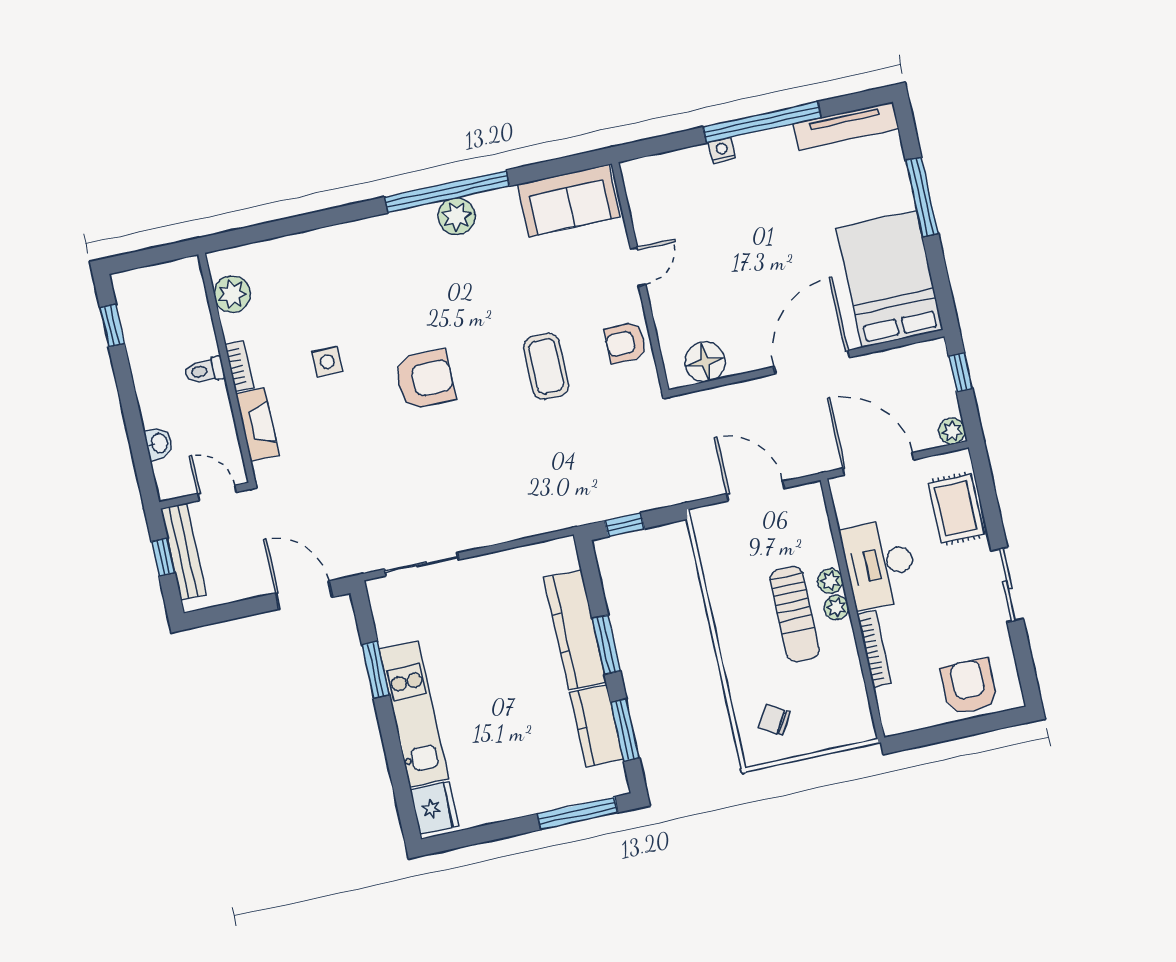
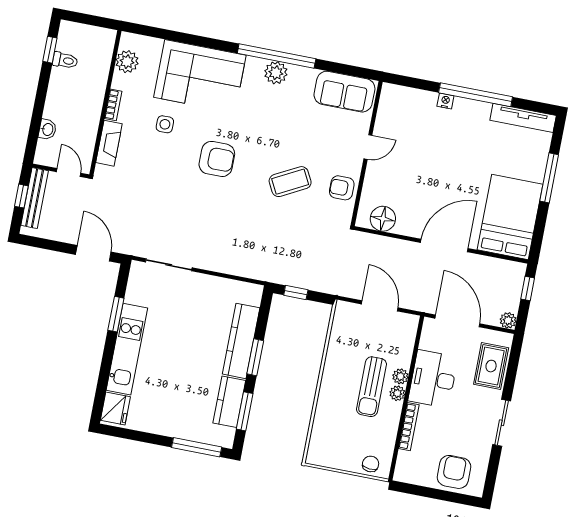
corner sofa: (348, 270) -> (200, 76), added
coffee table: (546, 366) -> (290, 182), turned 62
toilet: (205, 371) -> (65, 60), moved, turned 180
chair: (774, 720) -> (371, 464), moved, turned 64

